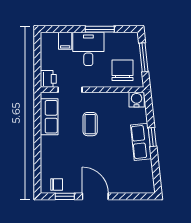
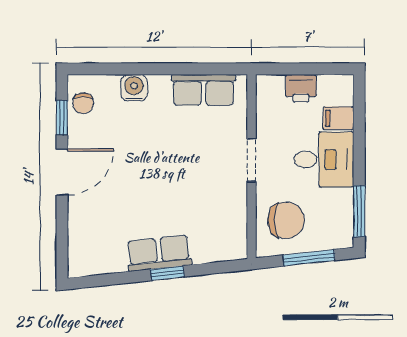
window: (100, 29) -> (359, 211), moved
printer: (48, 79) -> (301, 88), moved
doorway: (70, 90) -> (251, 160), moved
water cooler: (137, 100) -> (134, 88), moved, turned -90
coffee table: (90, 124) -> (190, 163), removed

